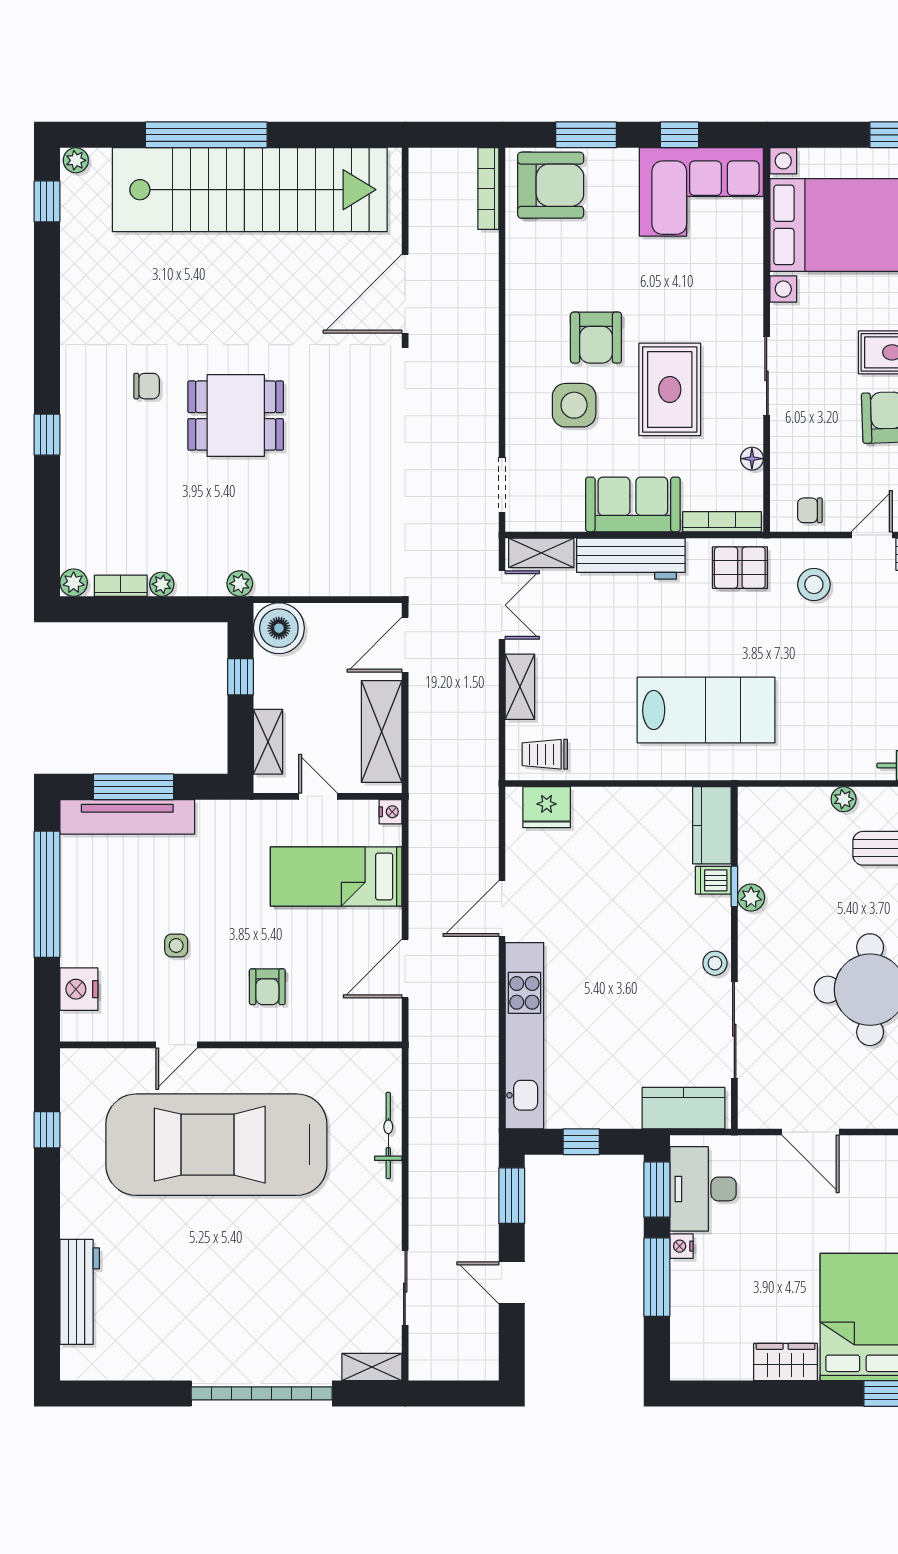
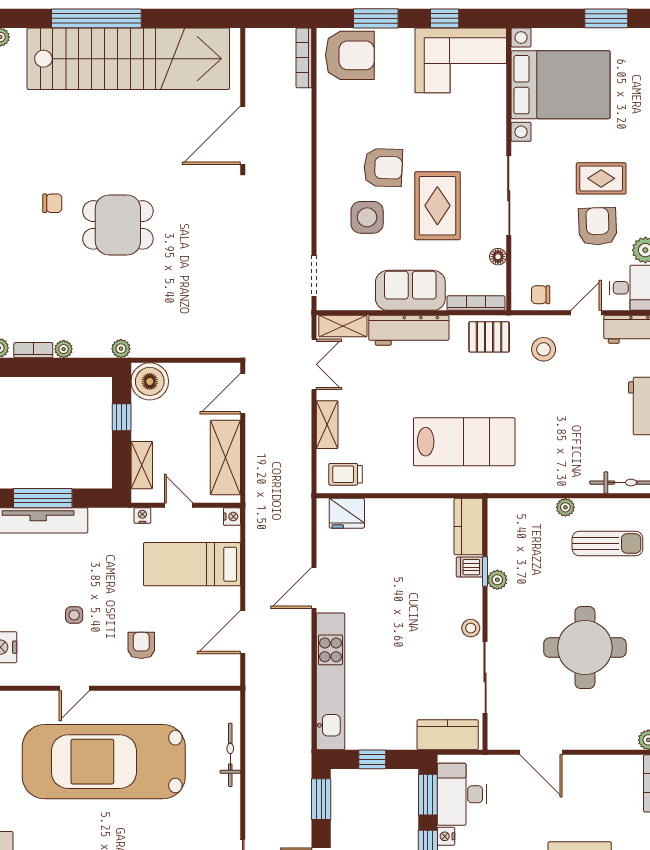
armchair: (596, 338) -> (383, 168), turned -88
sliding door: (767, 376) -> (509, 196), width x1.37
nightstand: (269, 810) -> (142, 516), added
armchair: (267, 987) -> (141, 645), turned 180

